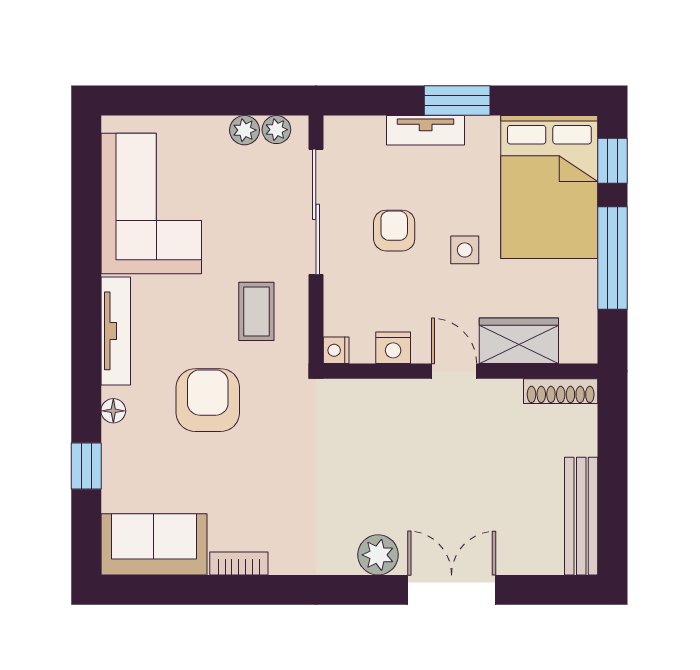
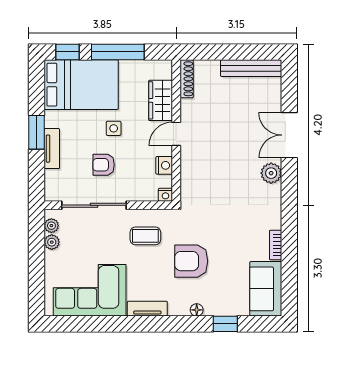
tv unit: (116, 331) -> (147, 309), width x0.71

